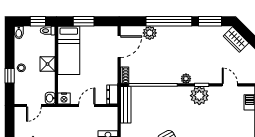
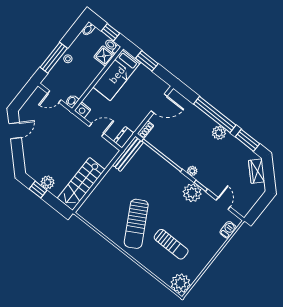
plant: (150, 33) -> (219, 133), moved
shower: (48, 64) -> (104, 56), moved
window: (10, 76) -> (54, 58), width x2.17

